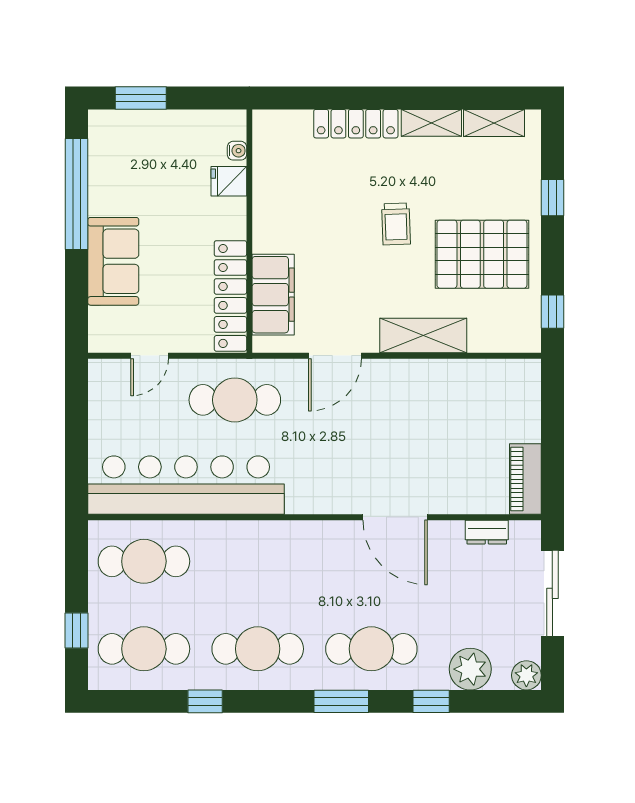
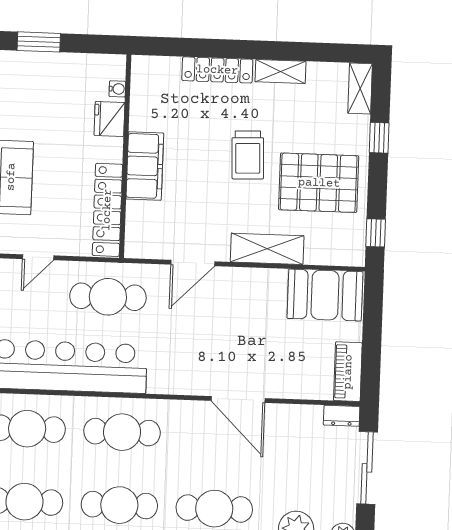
shelving: (494, 123) -> (360, 88), moved, turned 90
fridge: (229, 181) -> (109, 119), width x1.38
trolley: (396, 224) -> (248, 155), width x1.36, depth x1.39
filing cabinet: (273, 295) -> (145, 166), moved
booth: (495, 388) -> (325, 295), added
dresser: (487, 532) -> (342, 416), moved
cafe table: (258, 561) -> (122, 432), added

